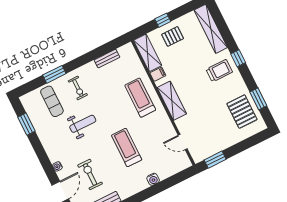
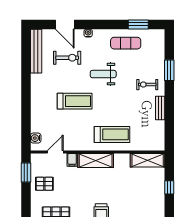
pallet: (173, 36) -> (44, 184), moved, turned 90
bench: (107, 59) -> (160, 108), moved
filing cabinet: (158, 74) -> (72, 160), moved
exercise mat: (52, 101) -> (126, 43), moved
weight bench: (83, 124) -> (103, 74), moved, turned 90
water cooler: (153, 179) -> (36, 138), moved

